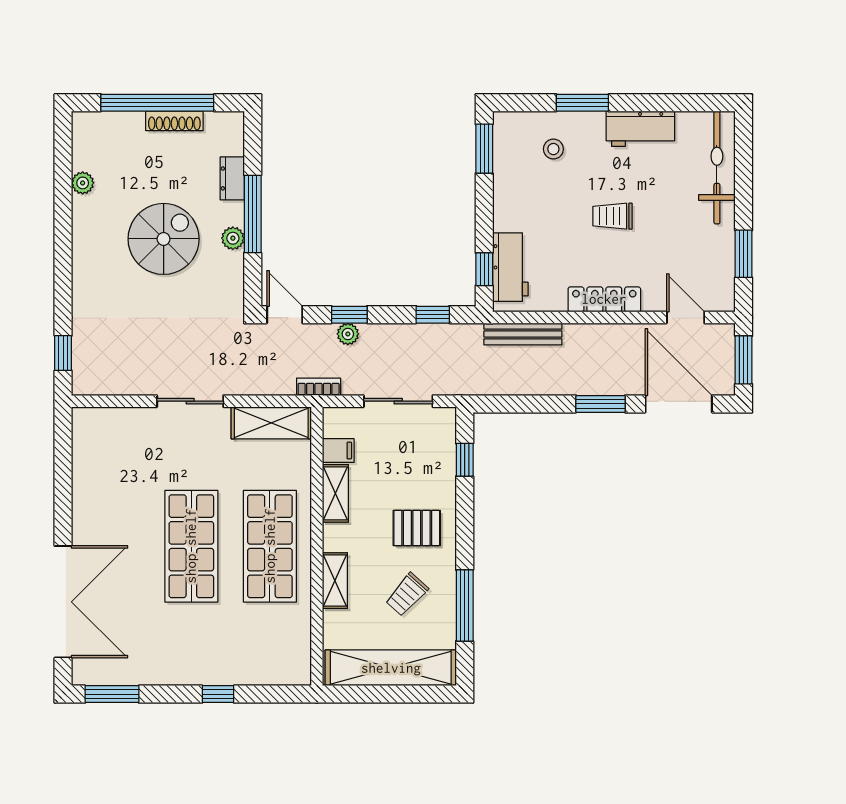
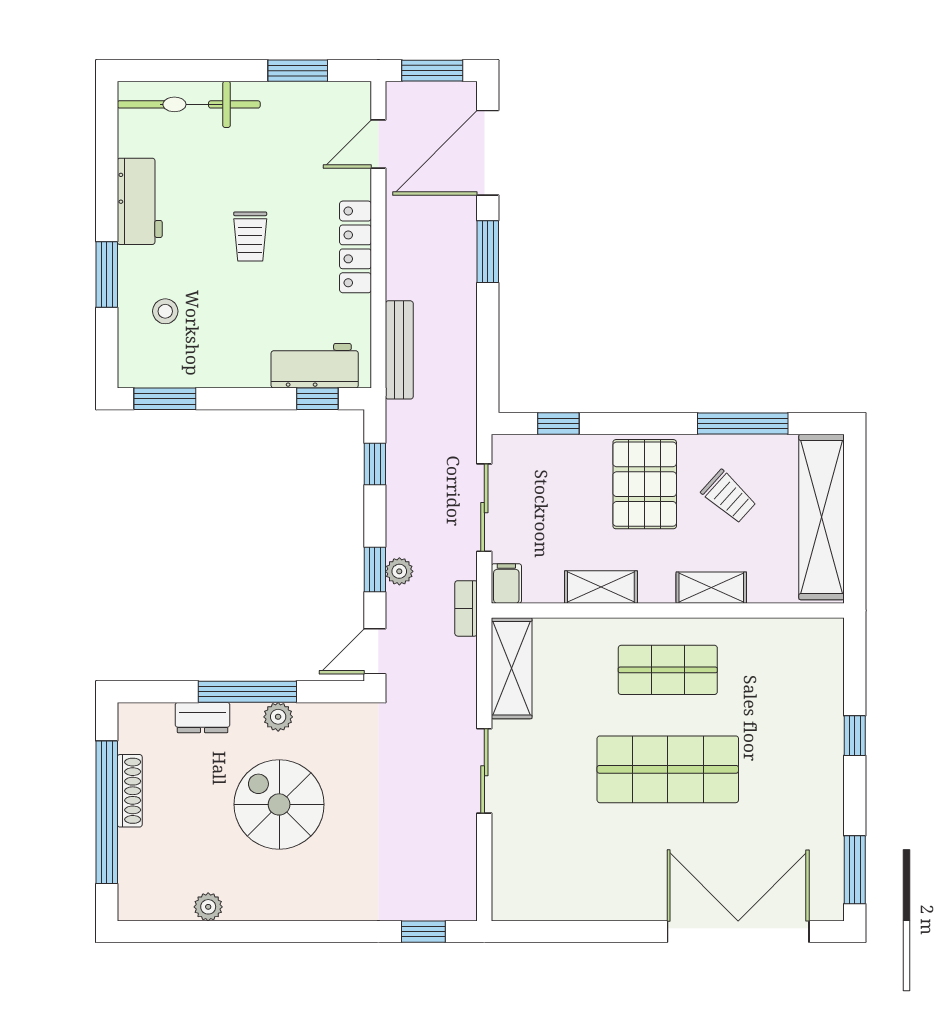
filing cabinet: (338, 451) -> (506, 583), moved
pallet: (417, 528) -> (645, 484), width x1.50, depth x1.42
shop shelf: (270, 546) -> (668, 670), width x0.70, depth x0.74

